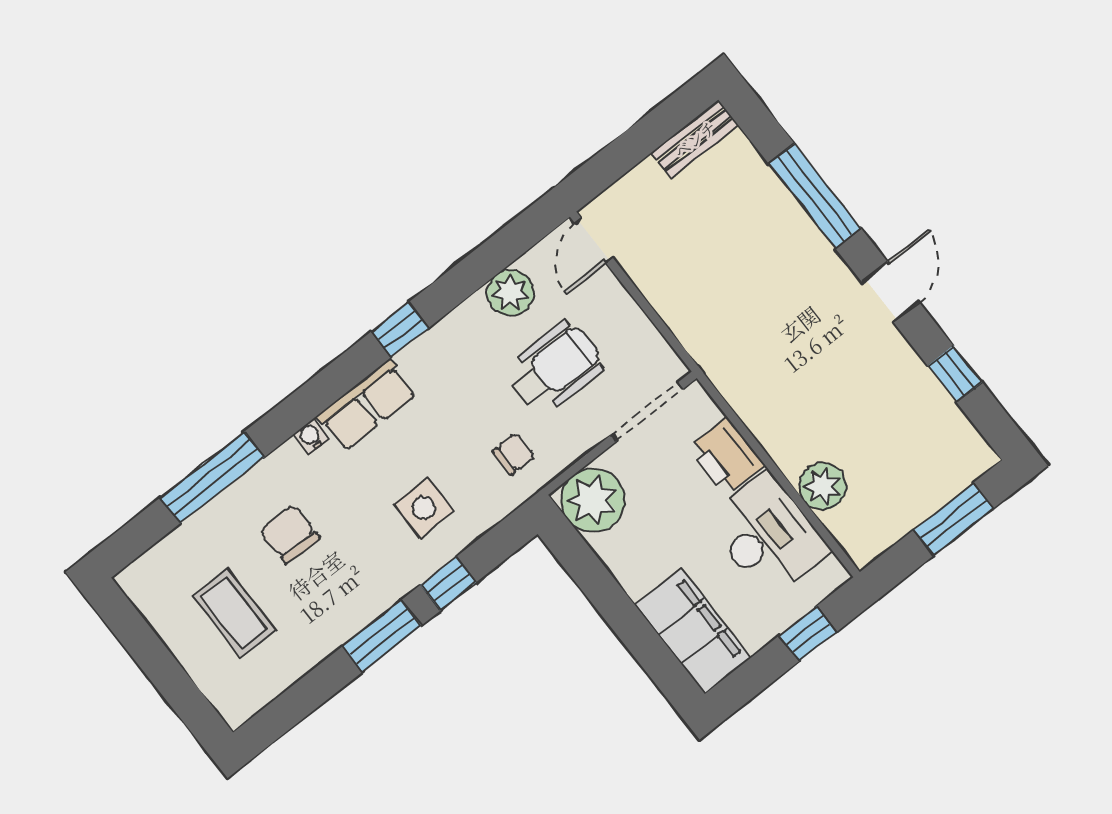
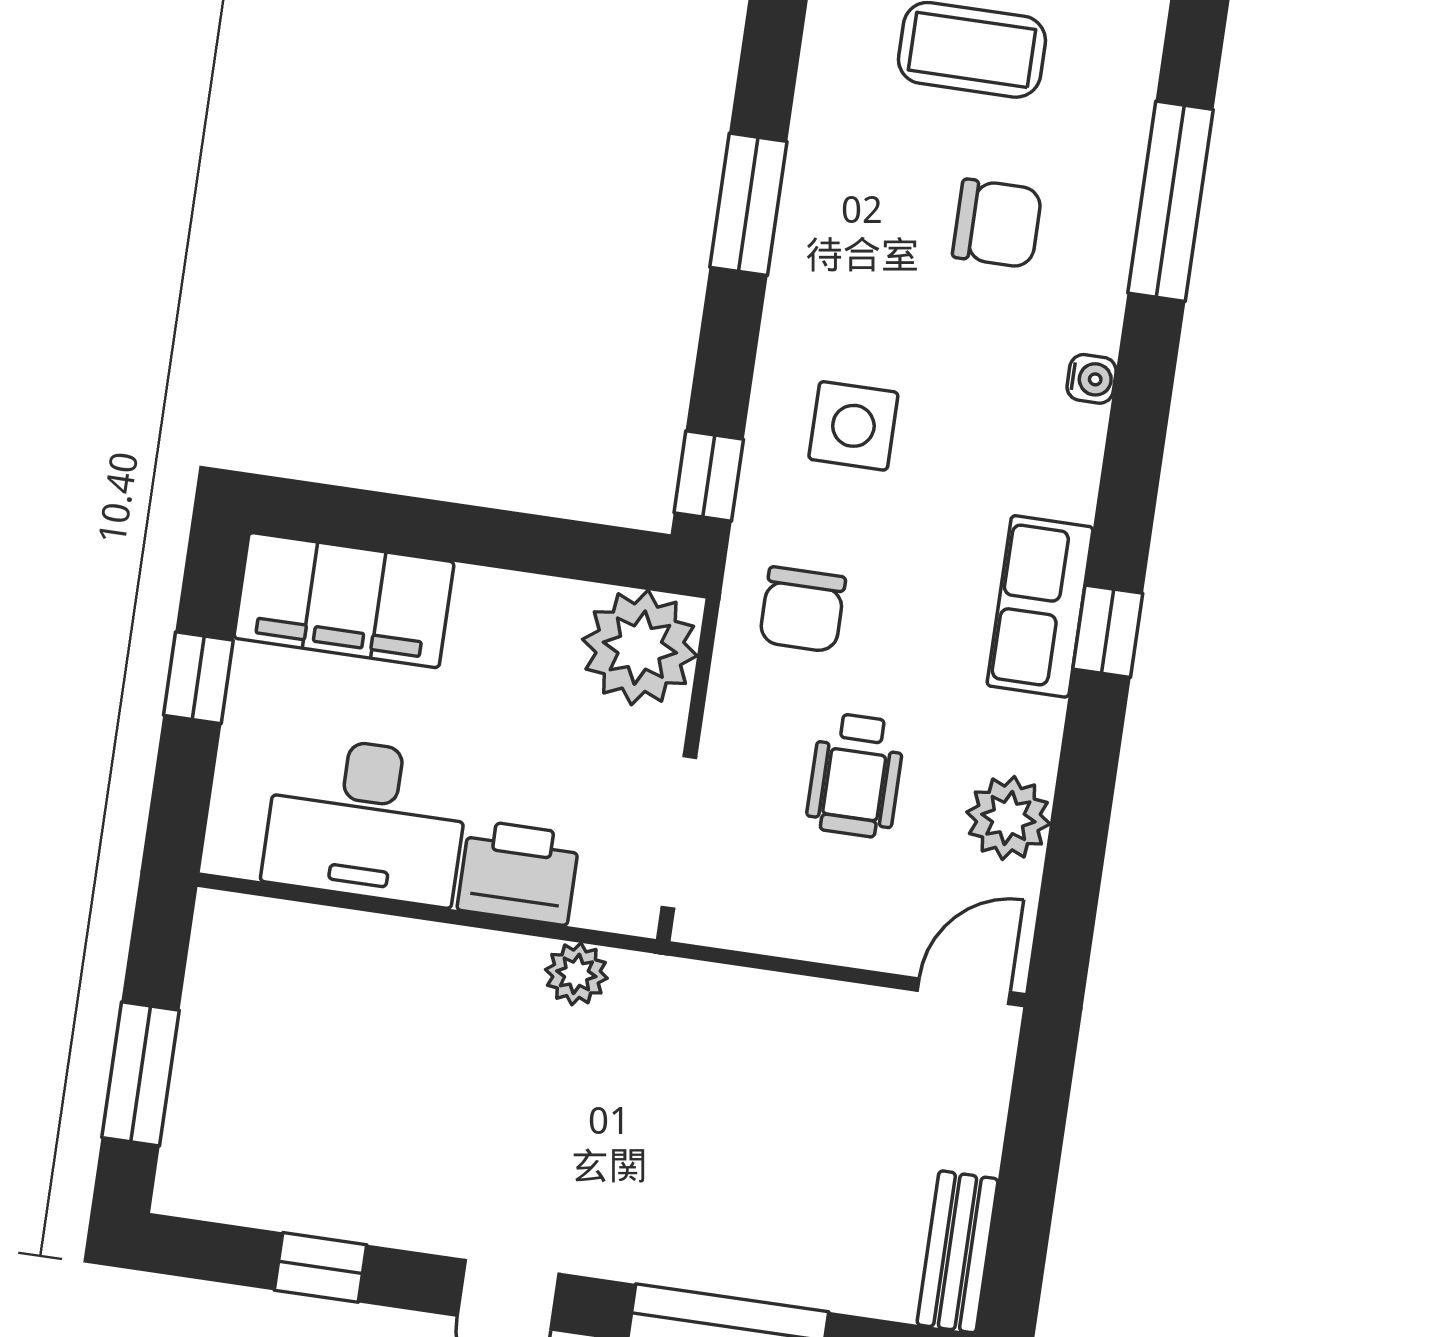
door: (594, 240) -> (964, 991), hinge flipped
wheelchair: (555, 368) -> (856, 775), width x0.73, depth x0.73
row of seats: (367, 405) -> (1040, 606), moved
chair: (514, 454) -> (802, 609), width x1.37, depth x1.37
plant: (823, 486) -> (576, 974), moved, width x0.73, depth x0.73
window: (448, 584) -> (709, 476), moved
window: (808, 634) -> (198, 678), moved

